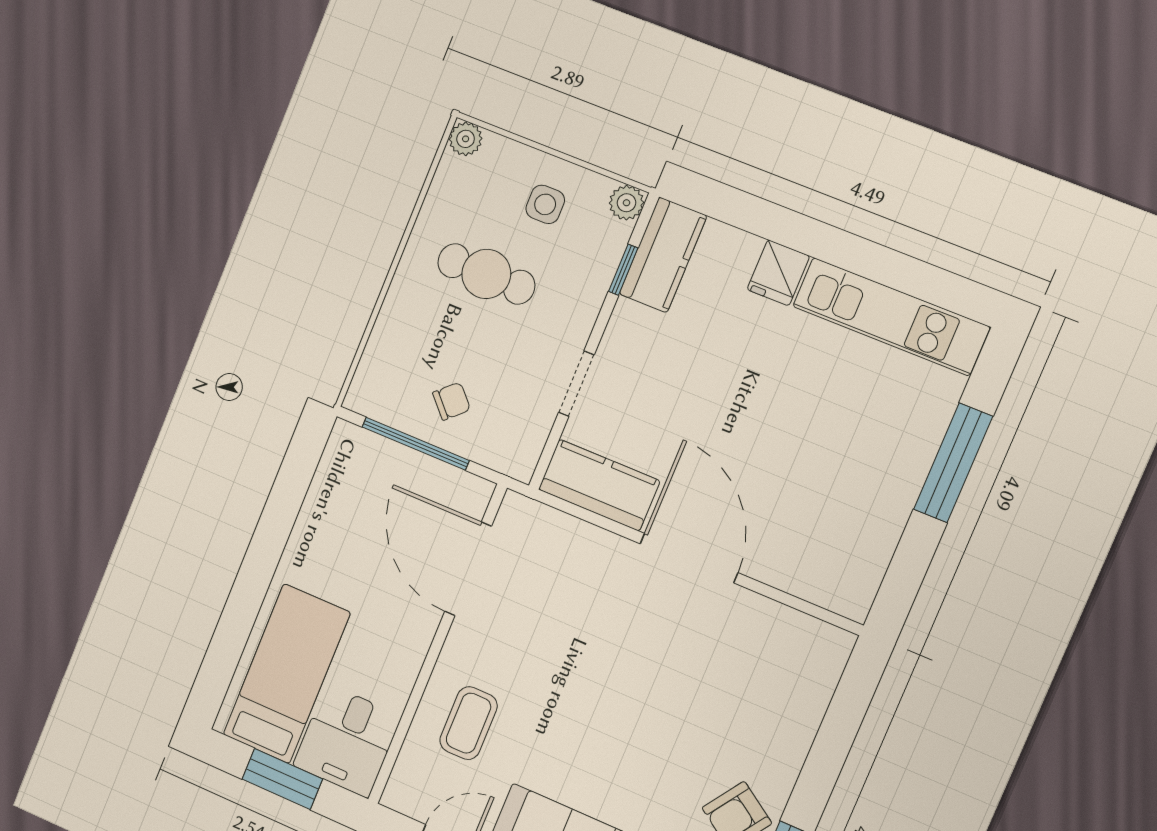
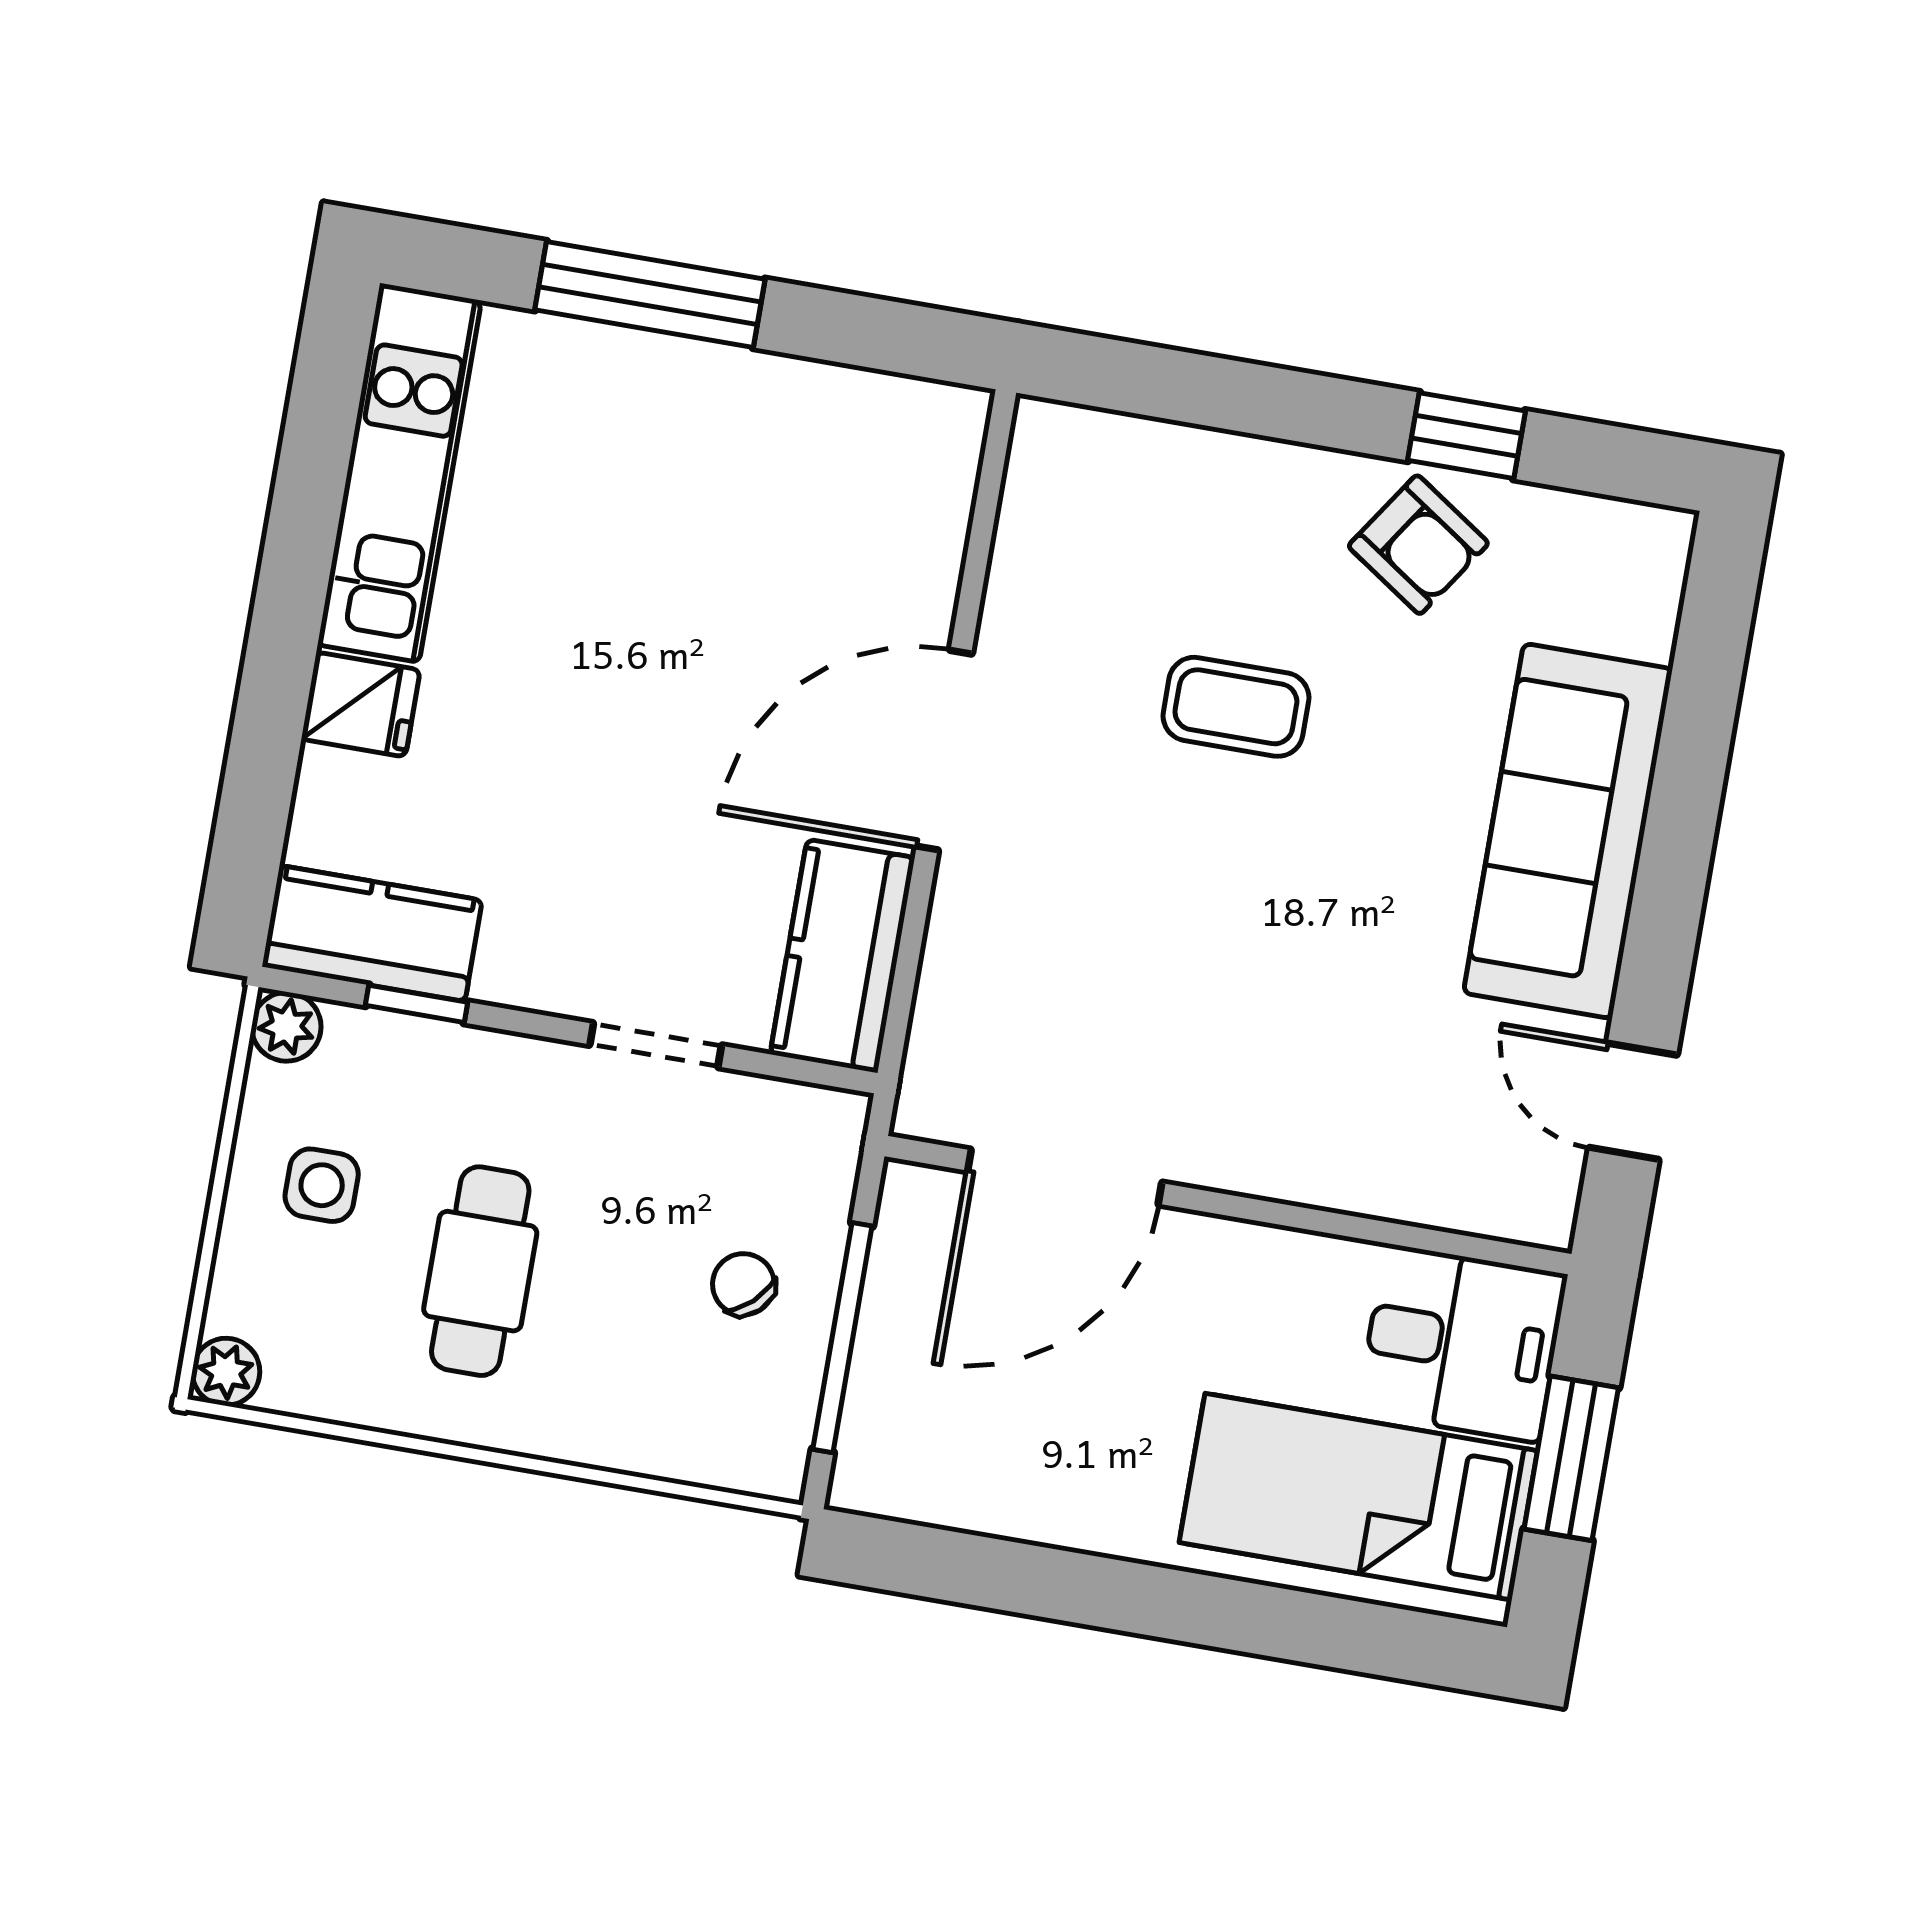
coffee table: (469, 723) -> (1236, 707), moved

